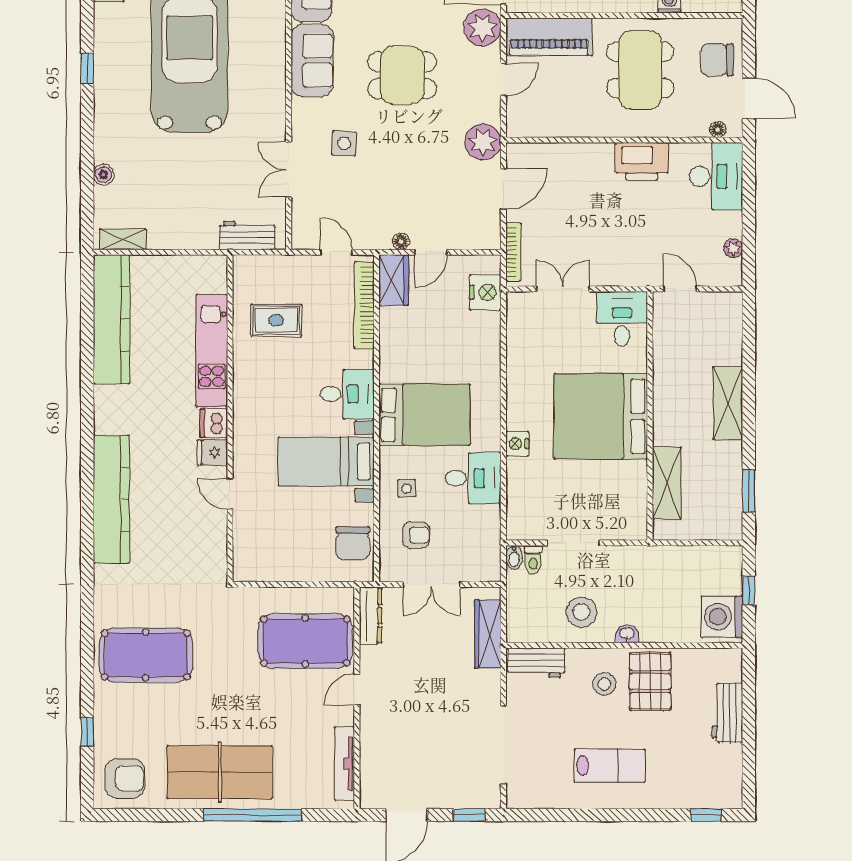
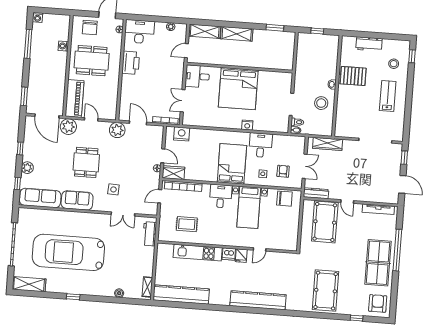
rug: (276, 320) -> (187, 224), turned 90
shelving: (667, 483) -> (205, 31), moved
washing machine: (722, 617) -> (328, 43), removed
workbench: (536, 663) -> (341, 124), removed
stool: (604, 684) -> (394, 64), moved

